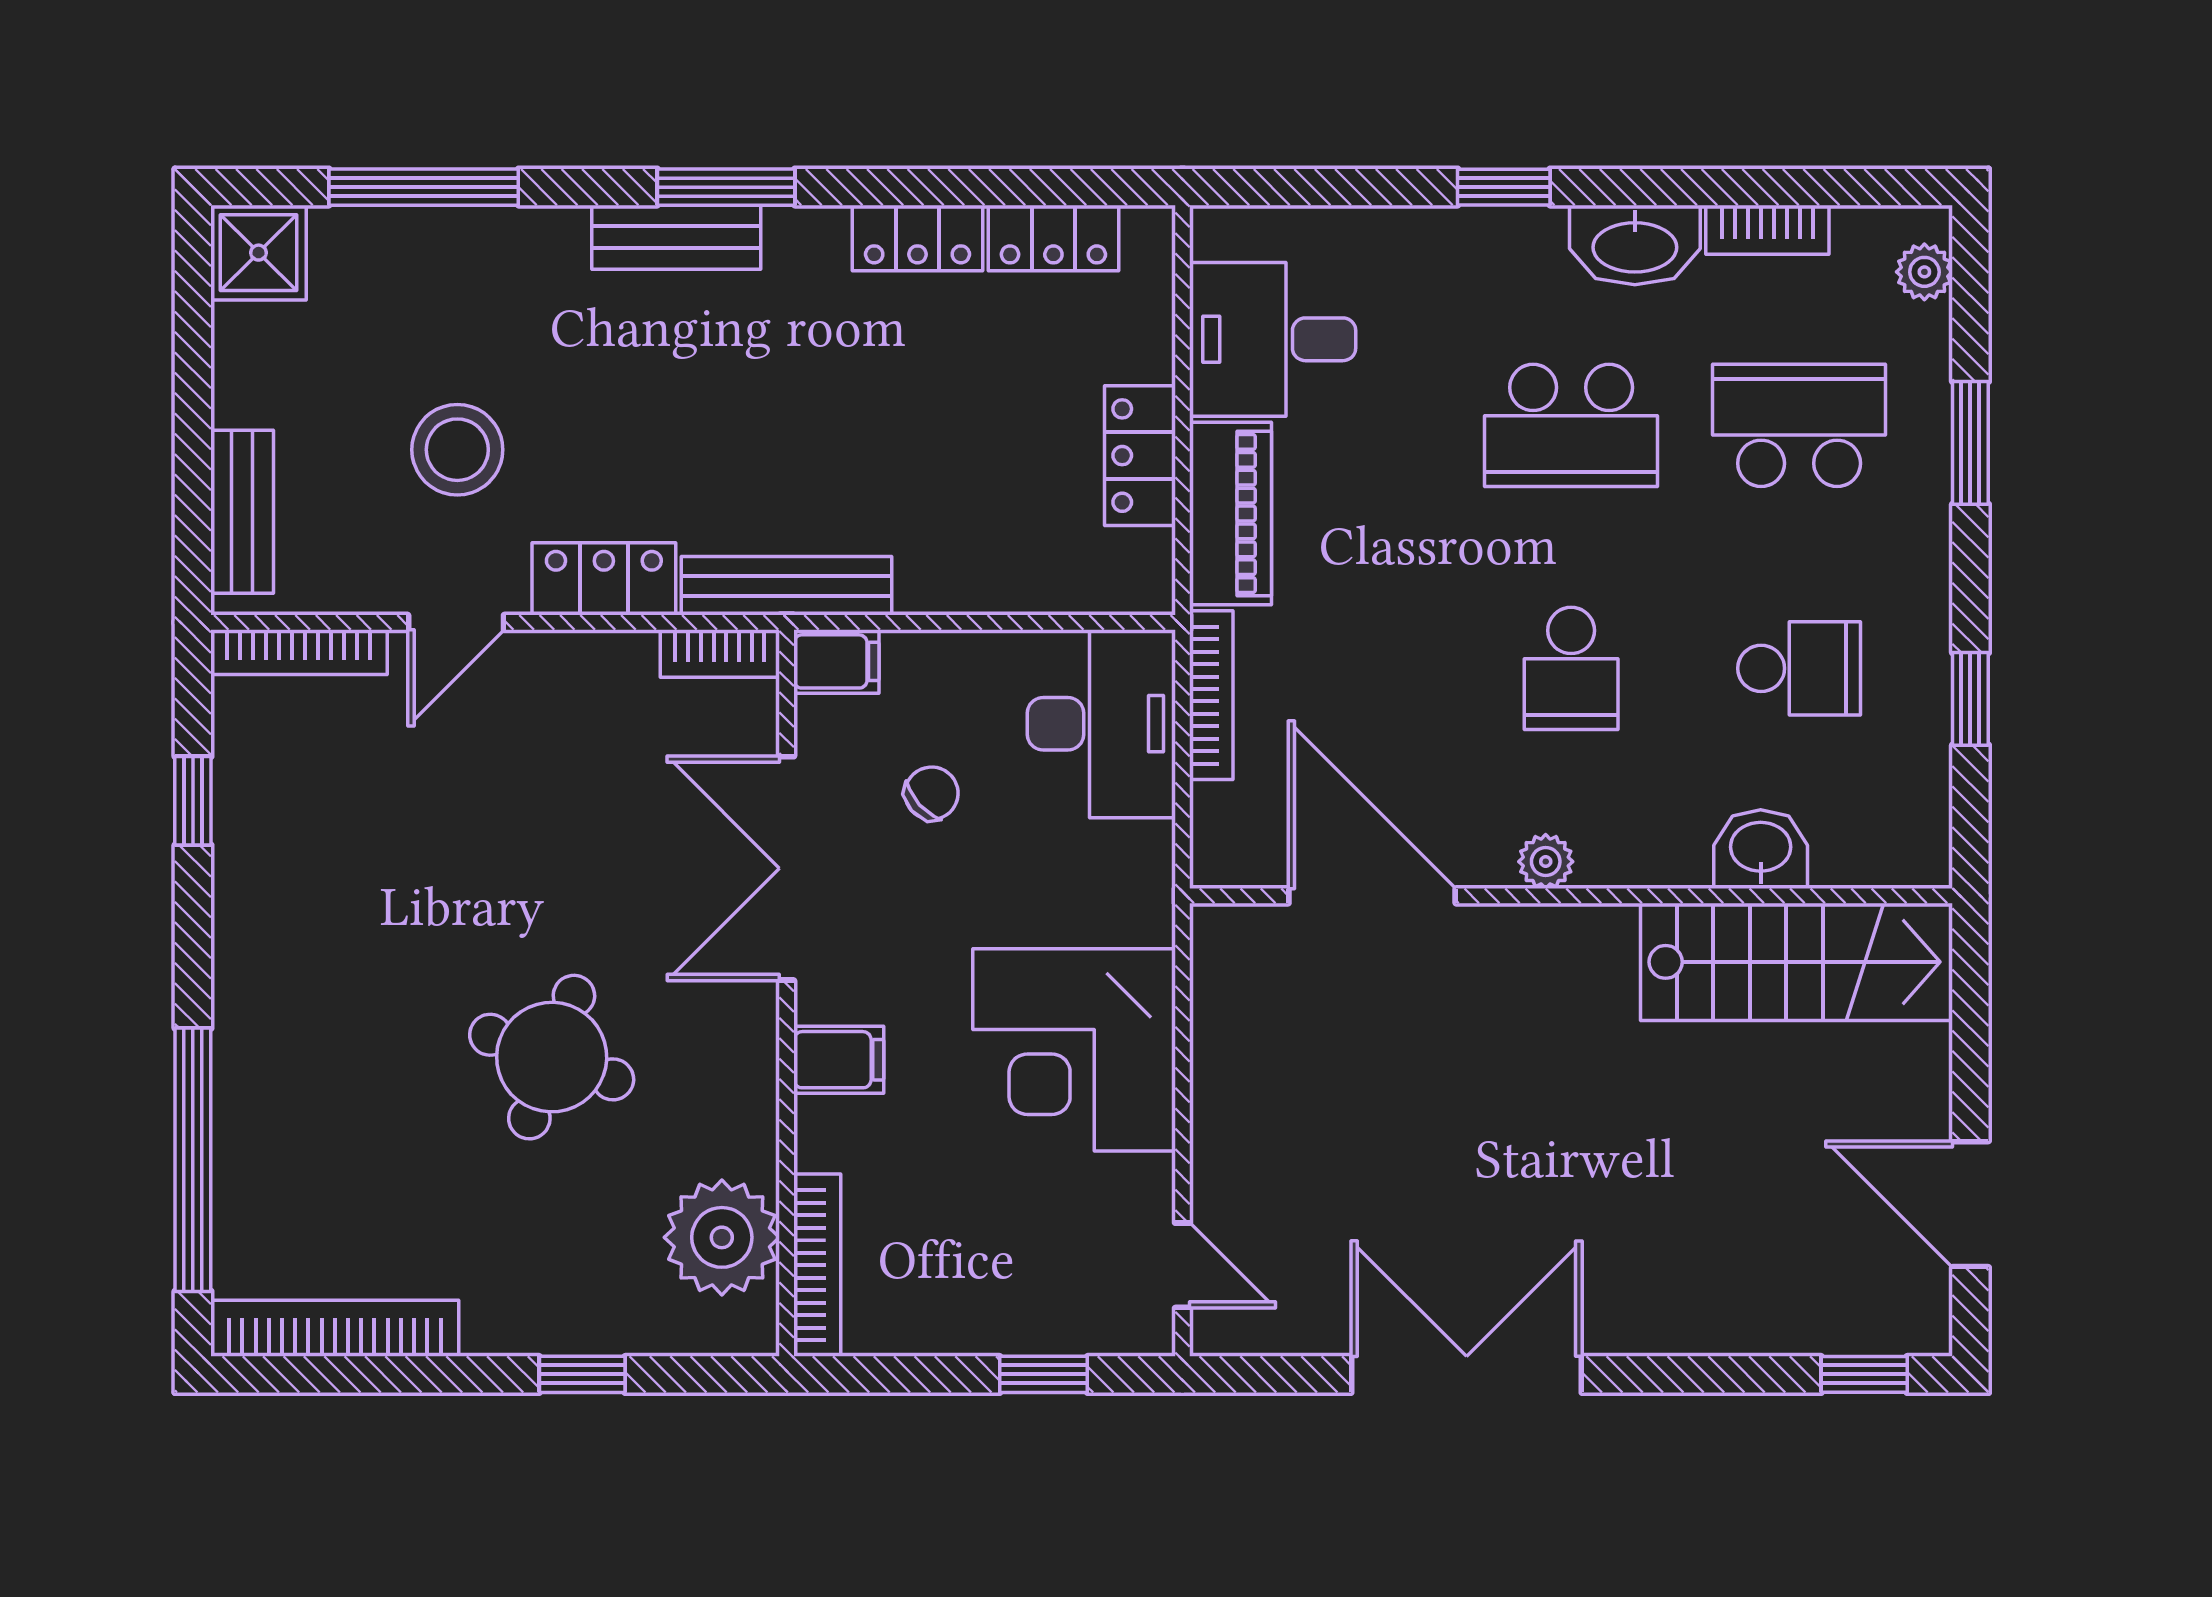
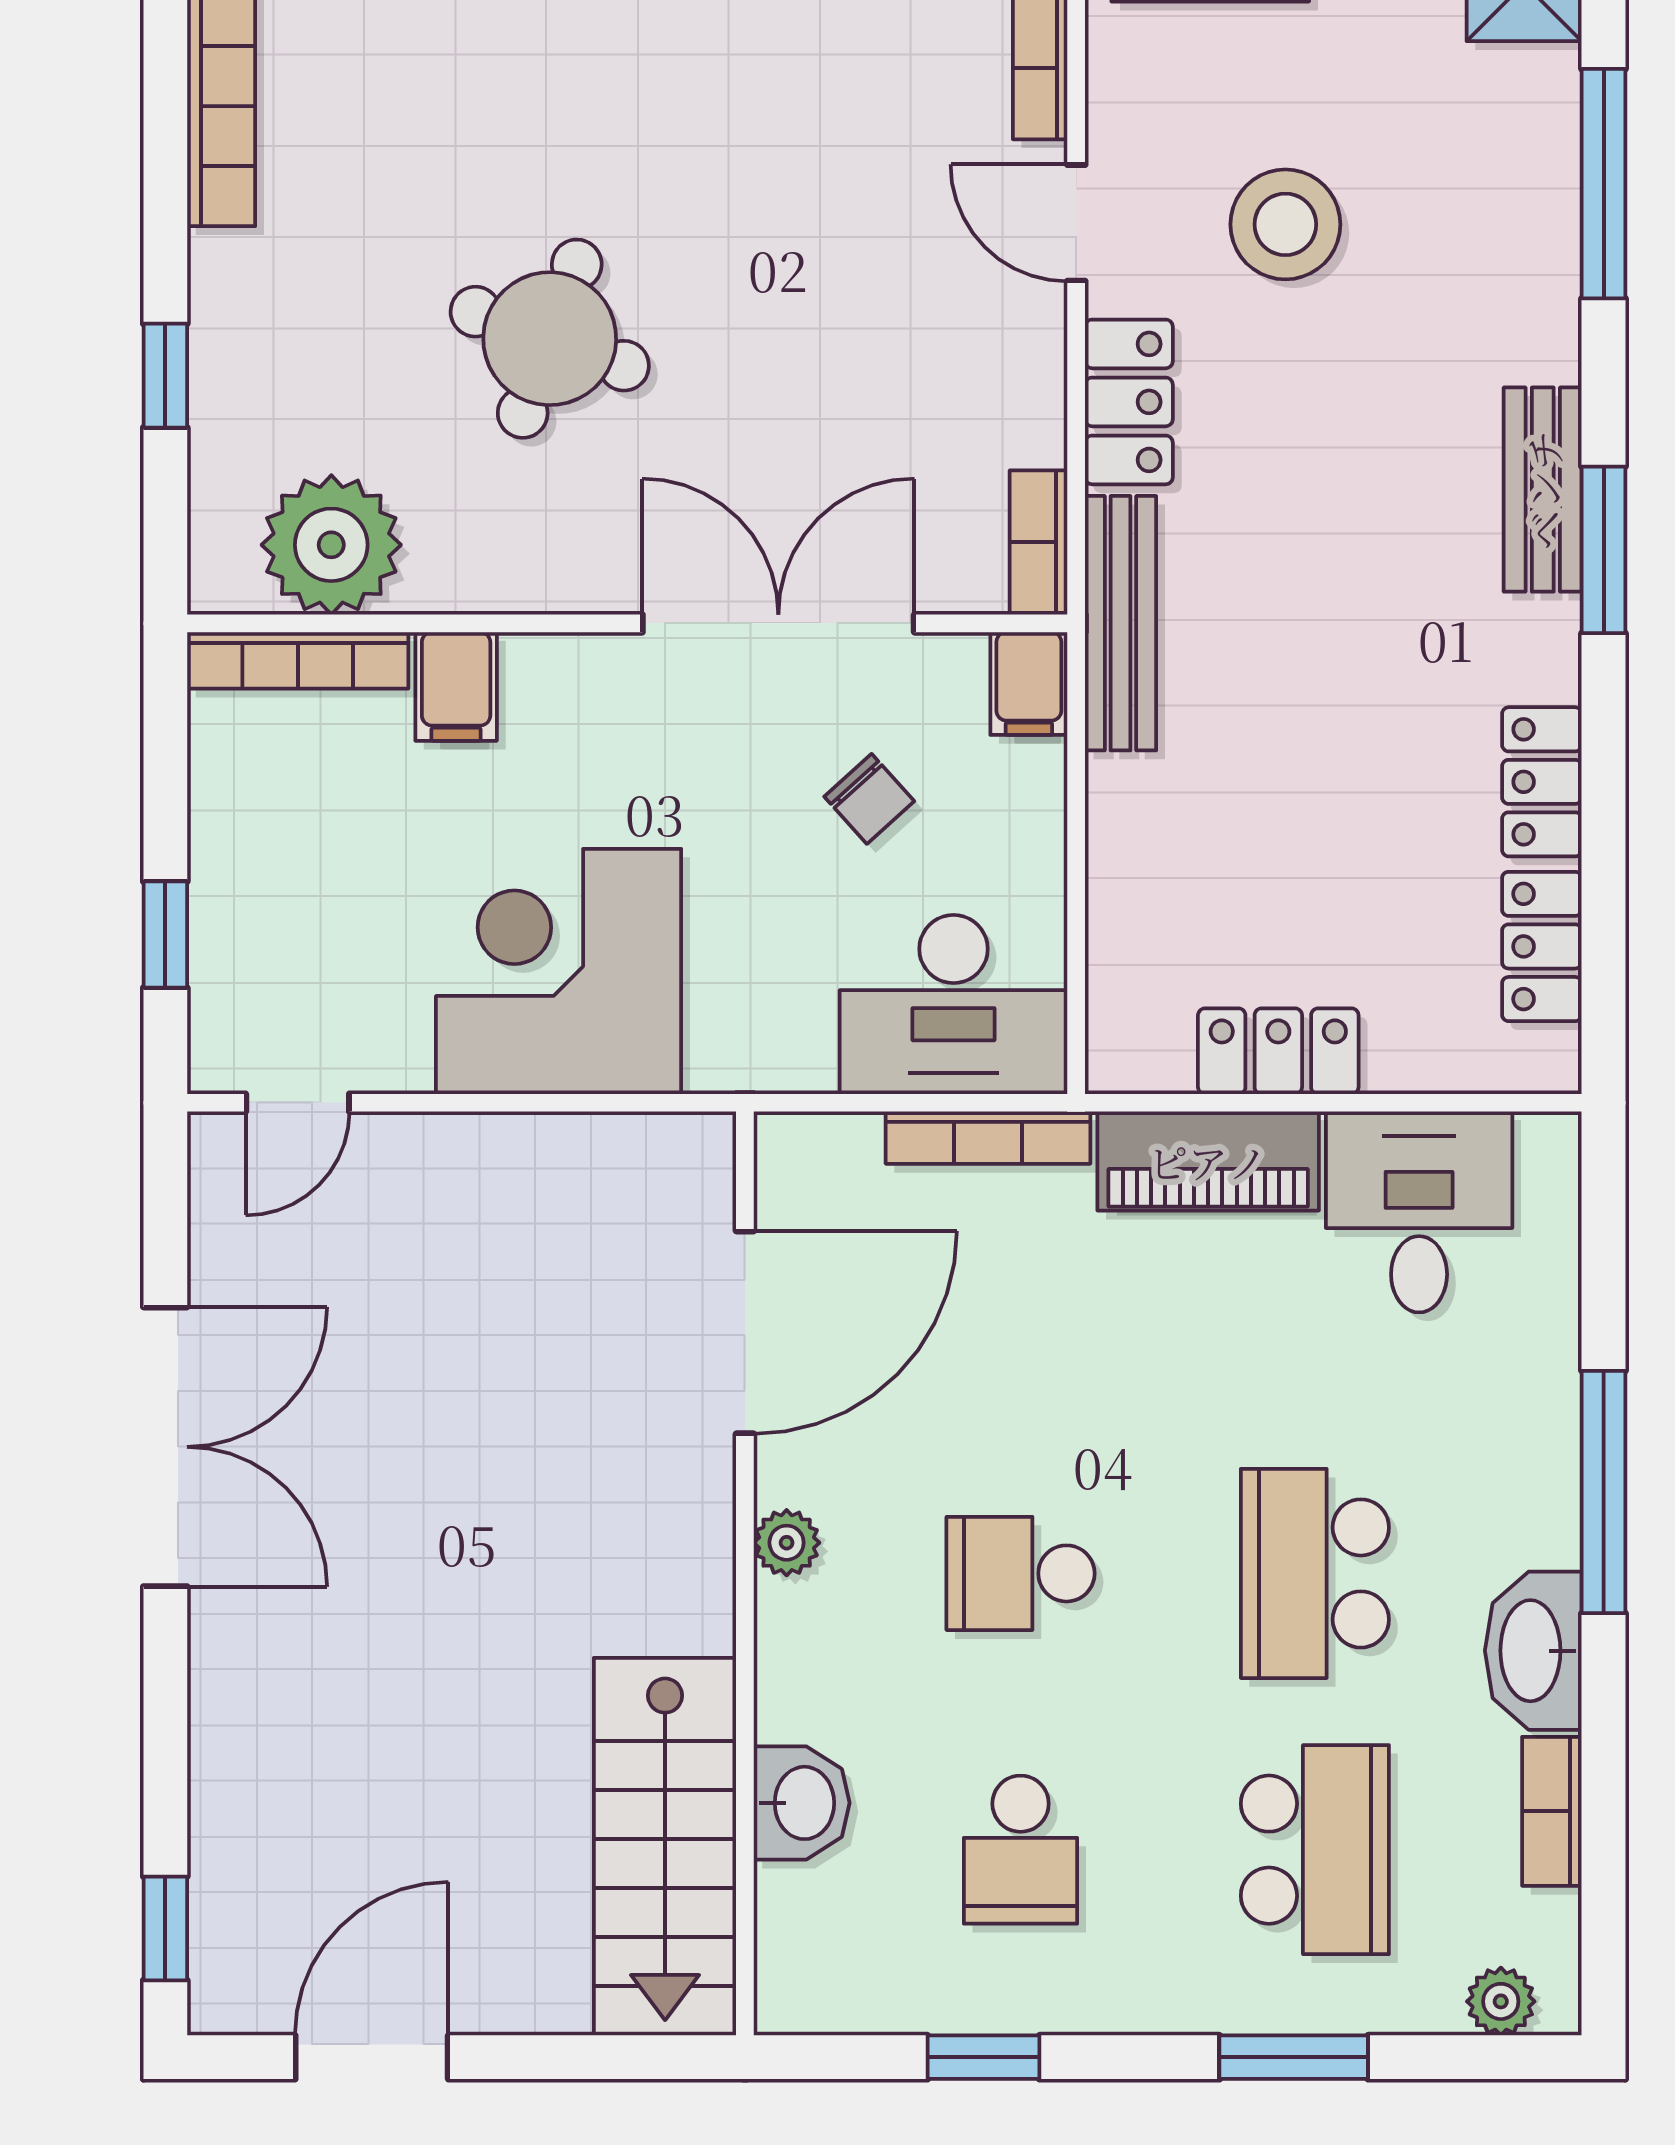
window: (1504, 187) -> (1604, 1492), width x2.17
filing cabinet: (839, 1060) -> (456, 686), moved

